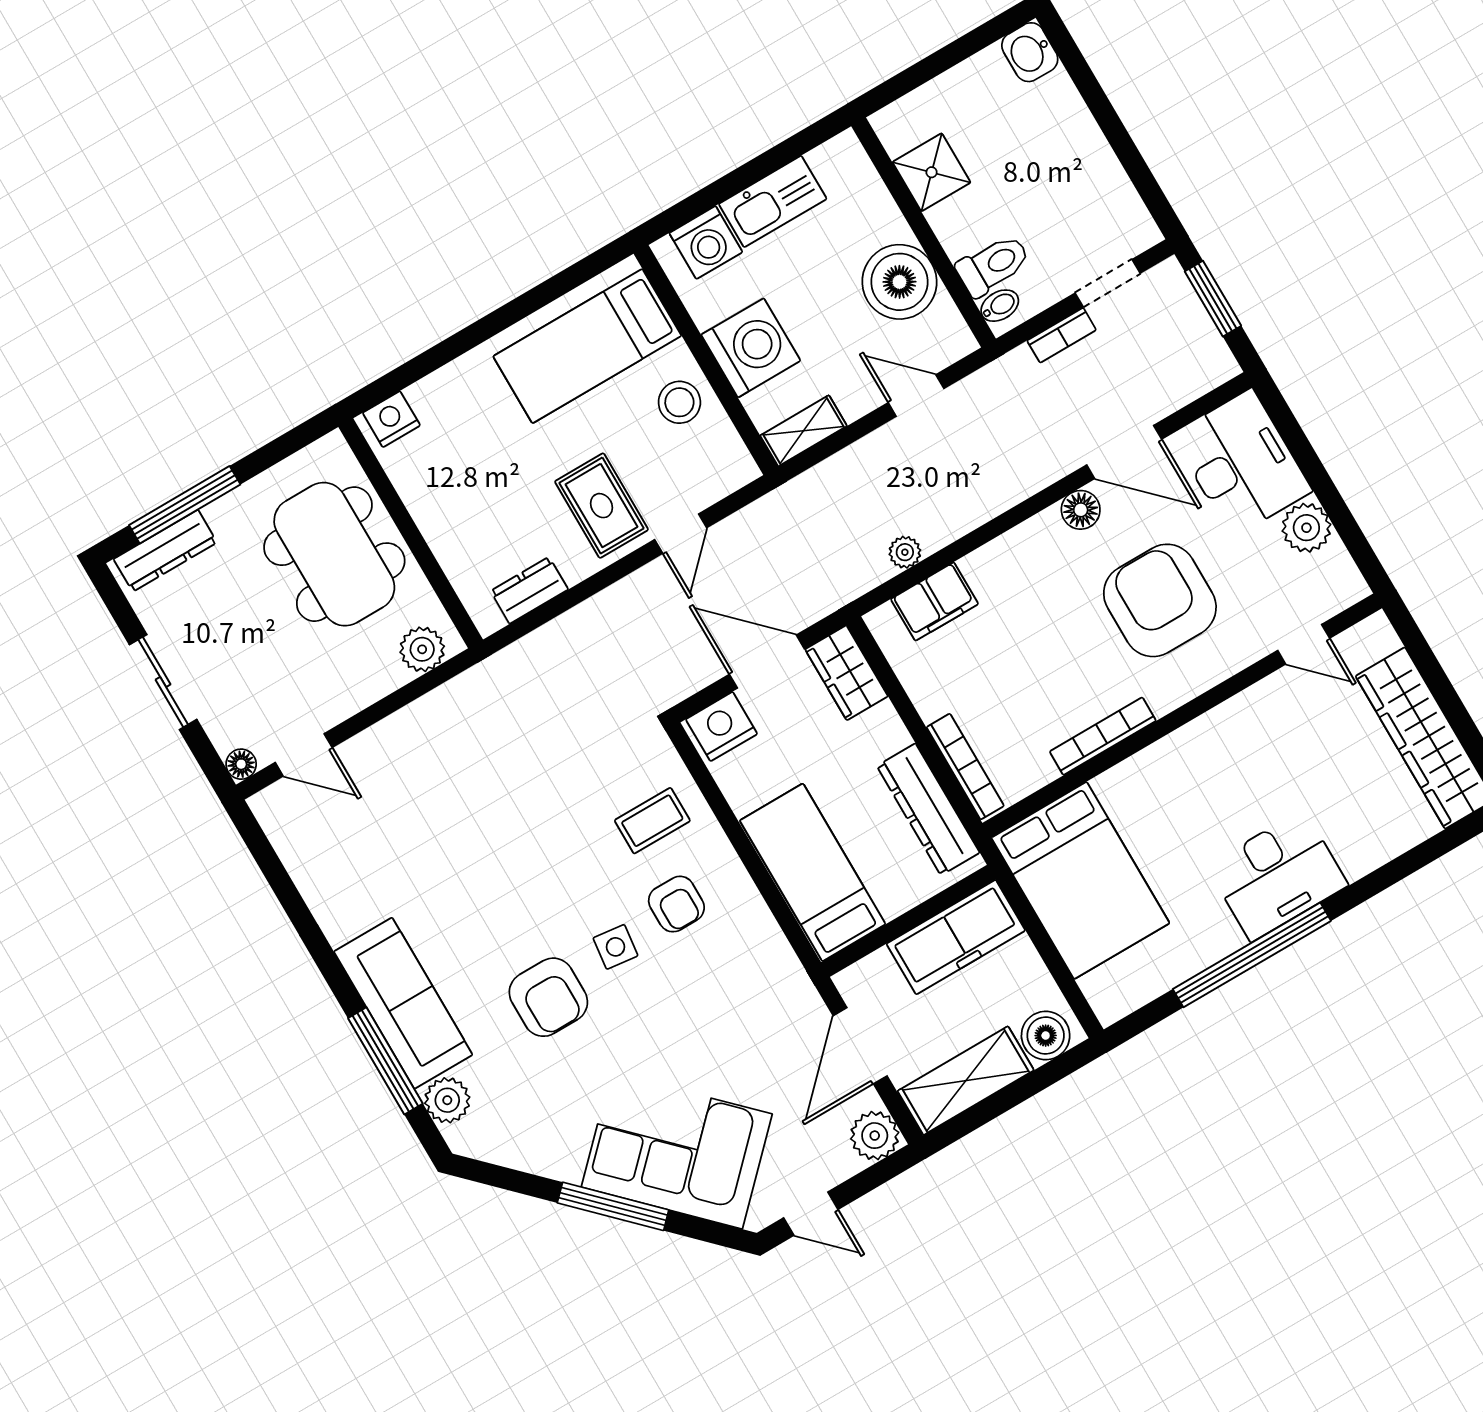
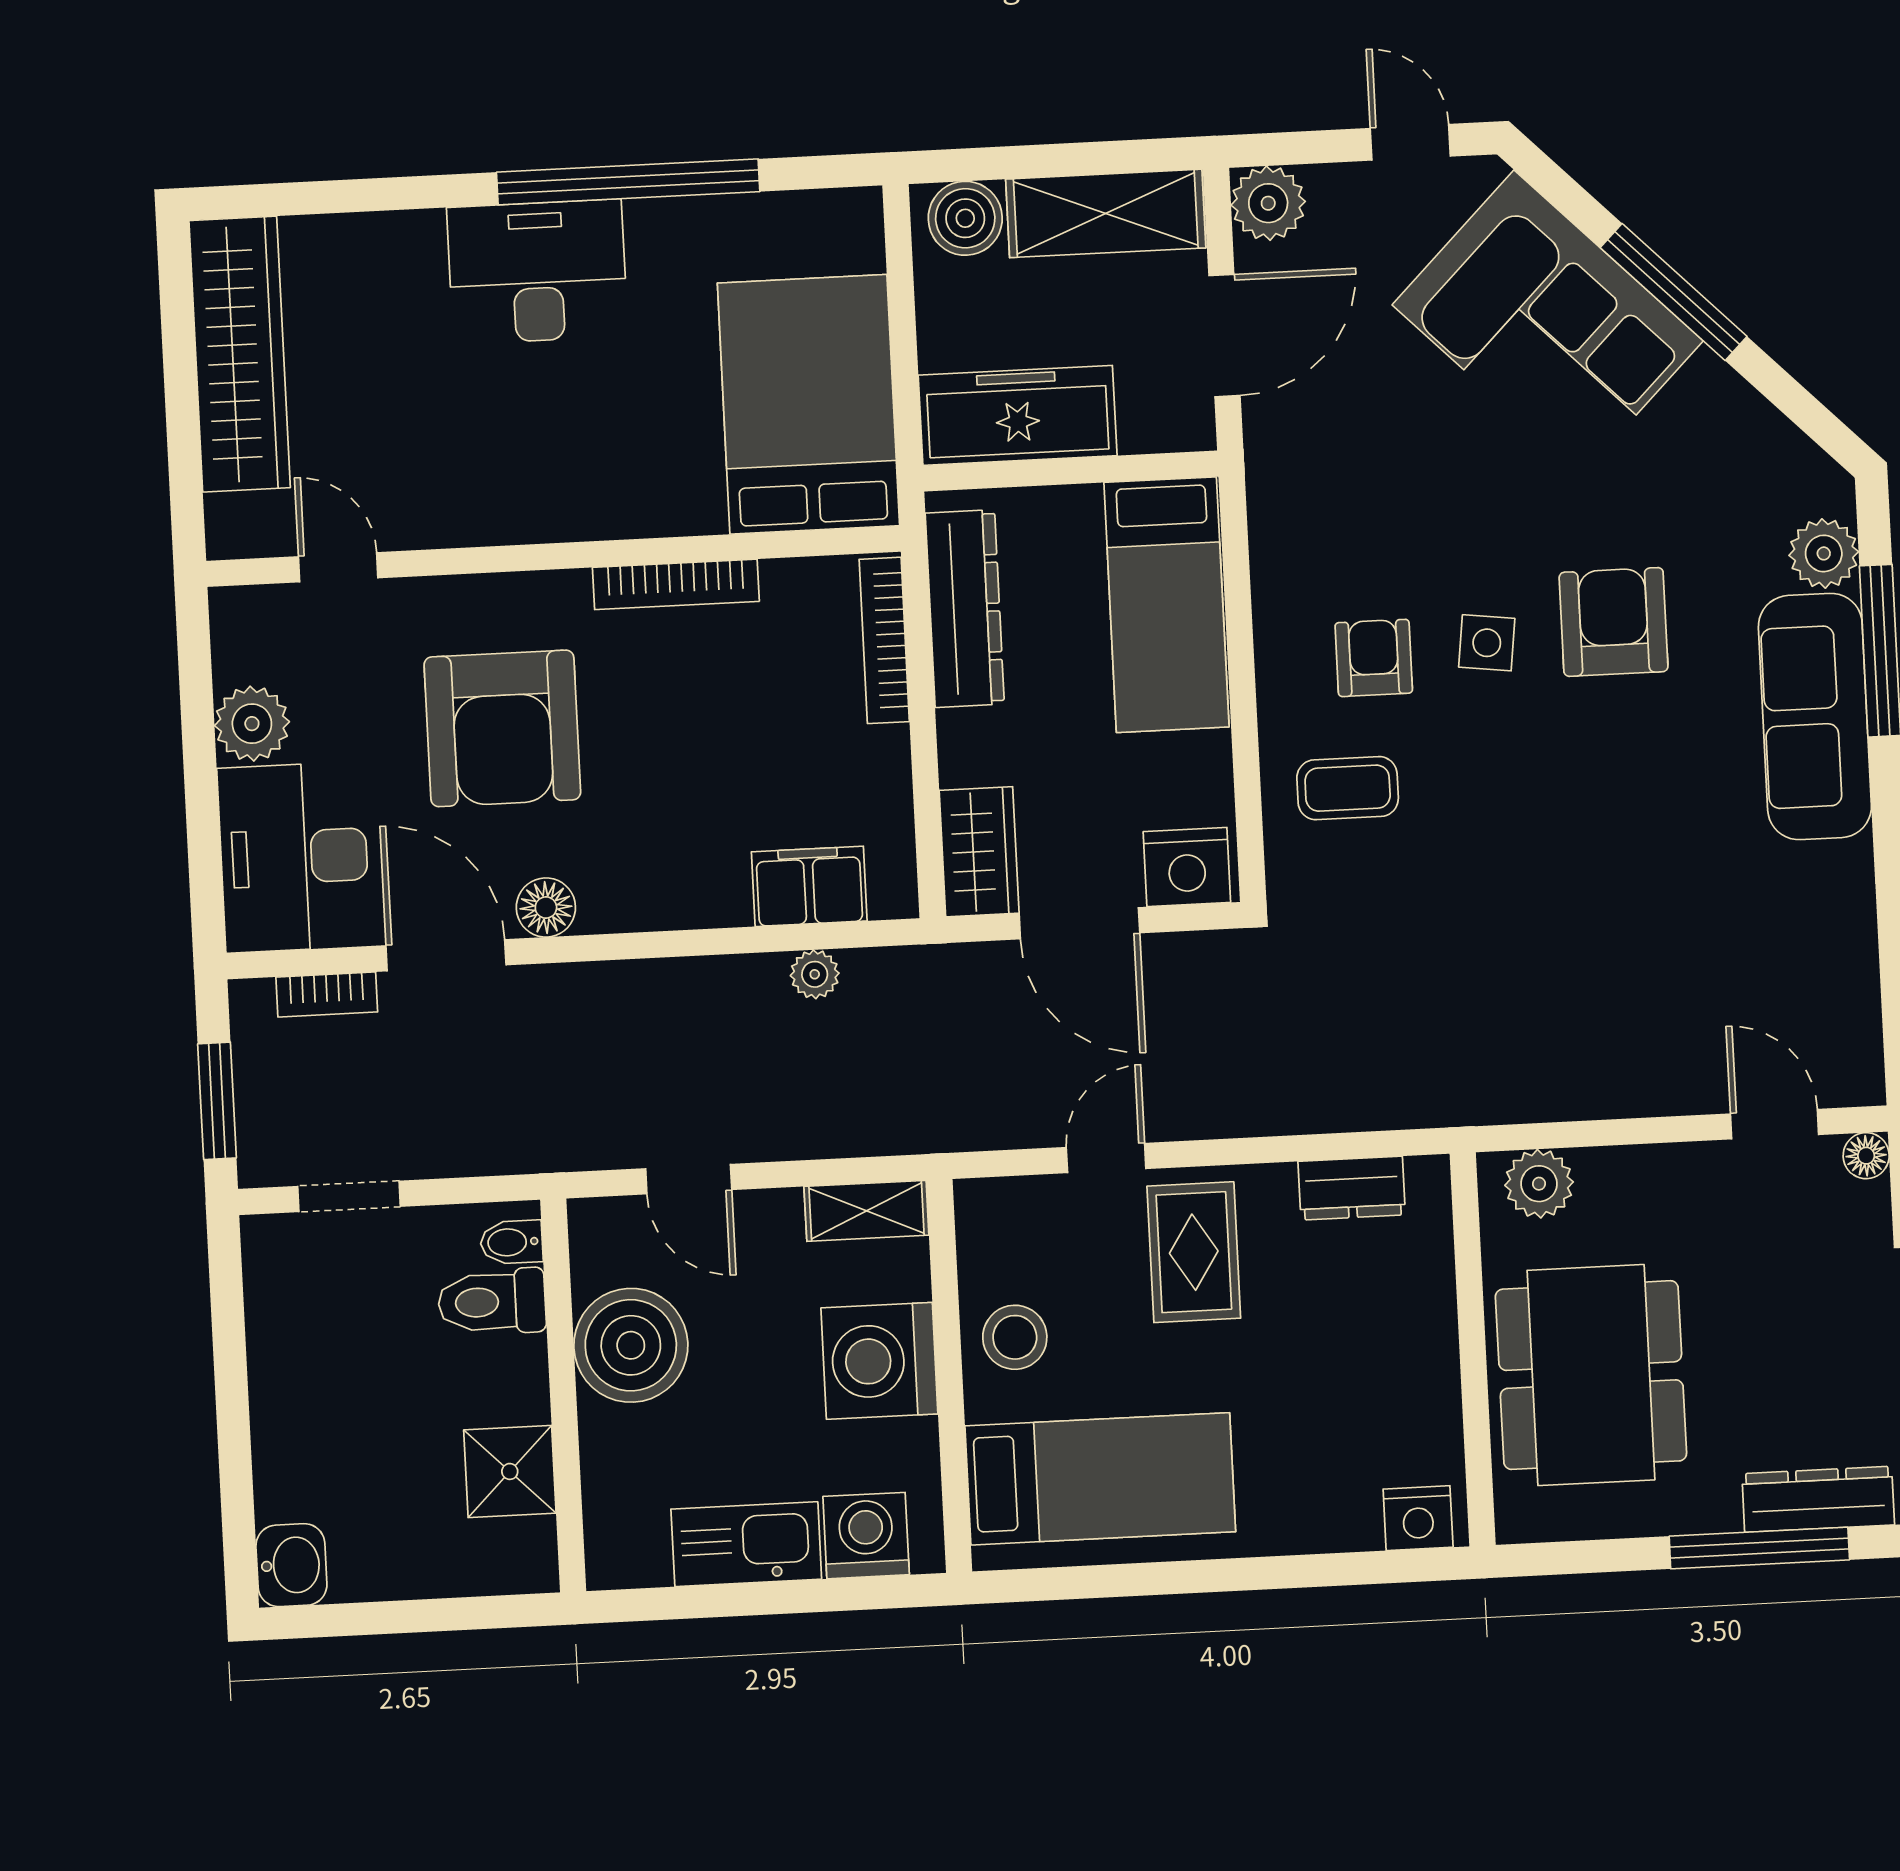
bookcase: (1062, 335) -> (327, 994), moved, turned 180

